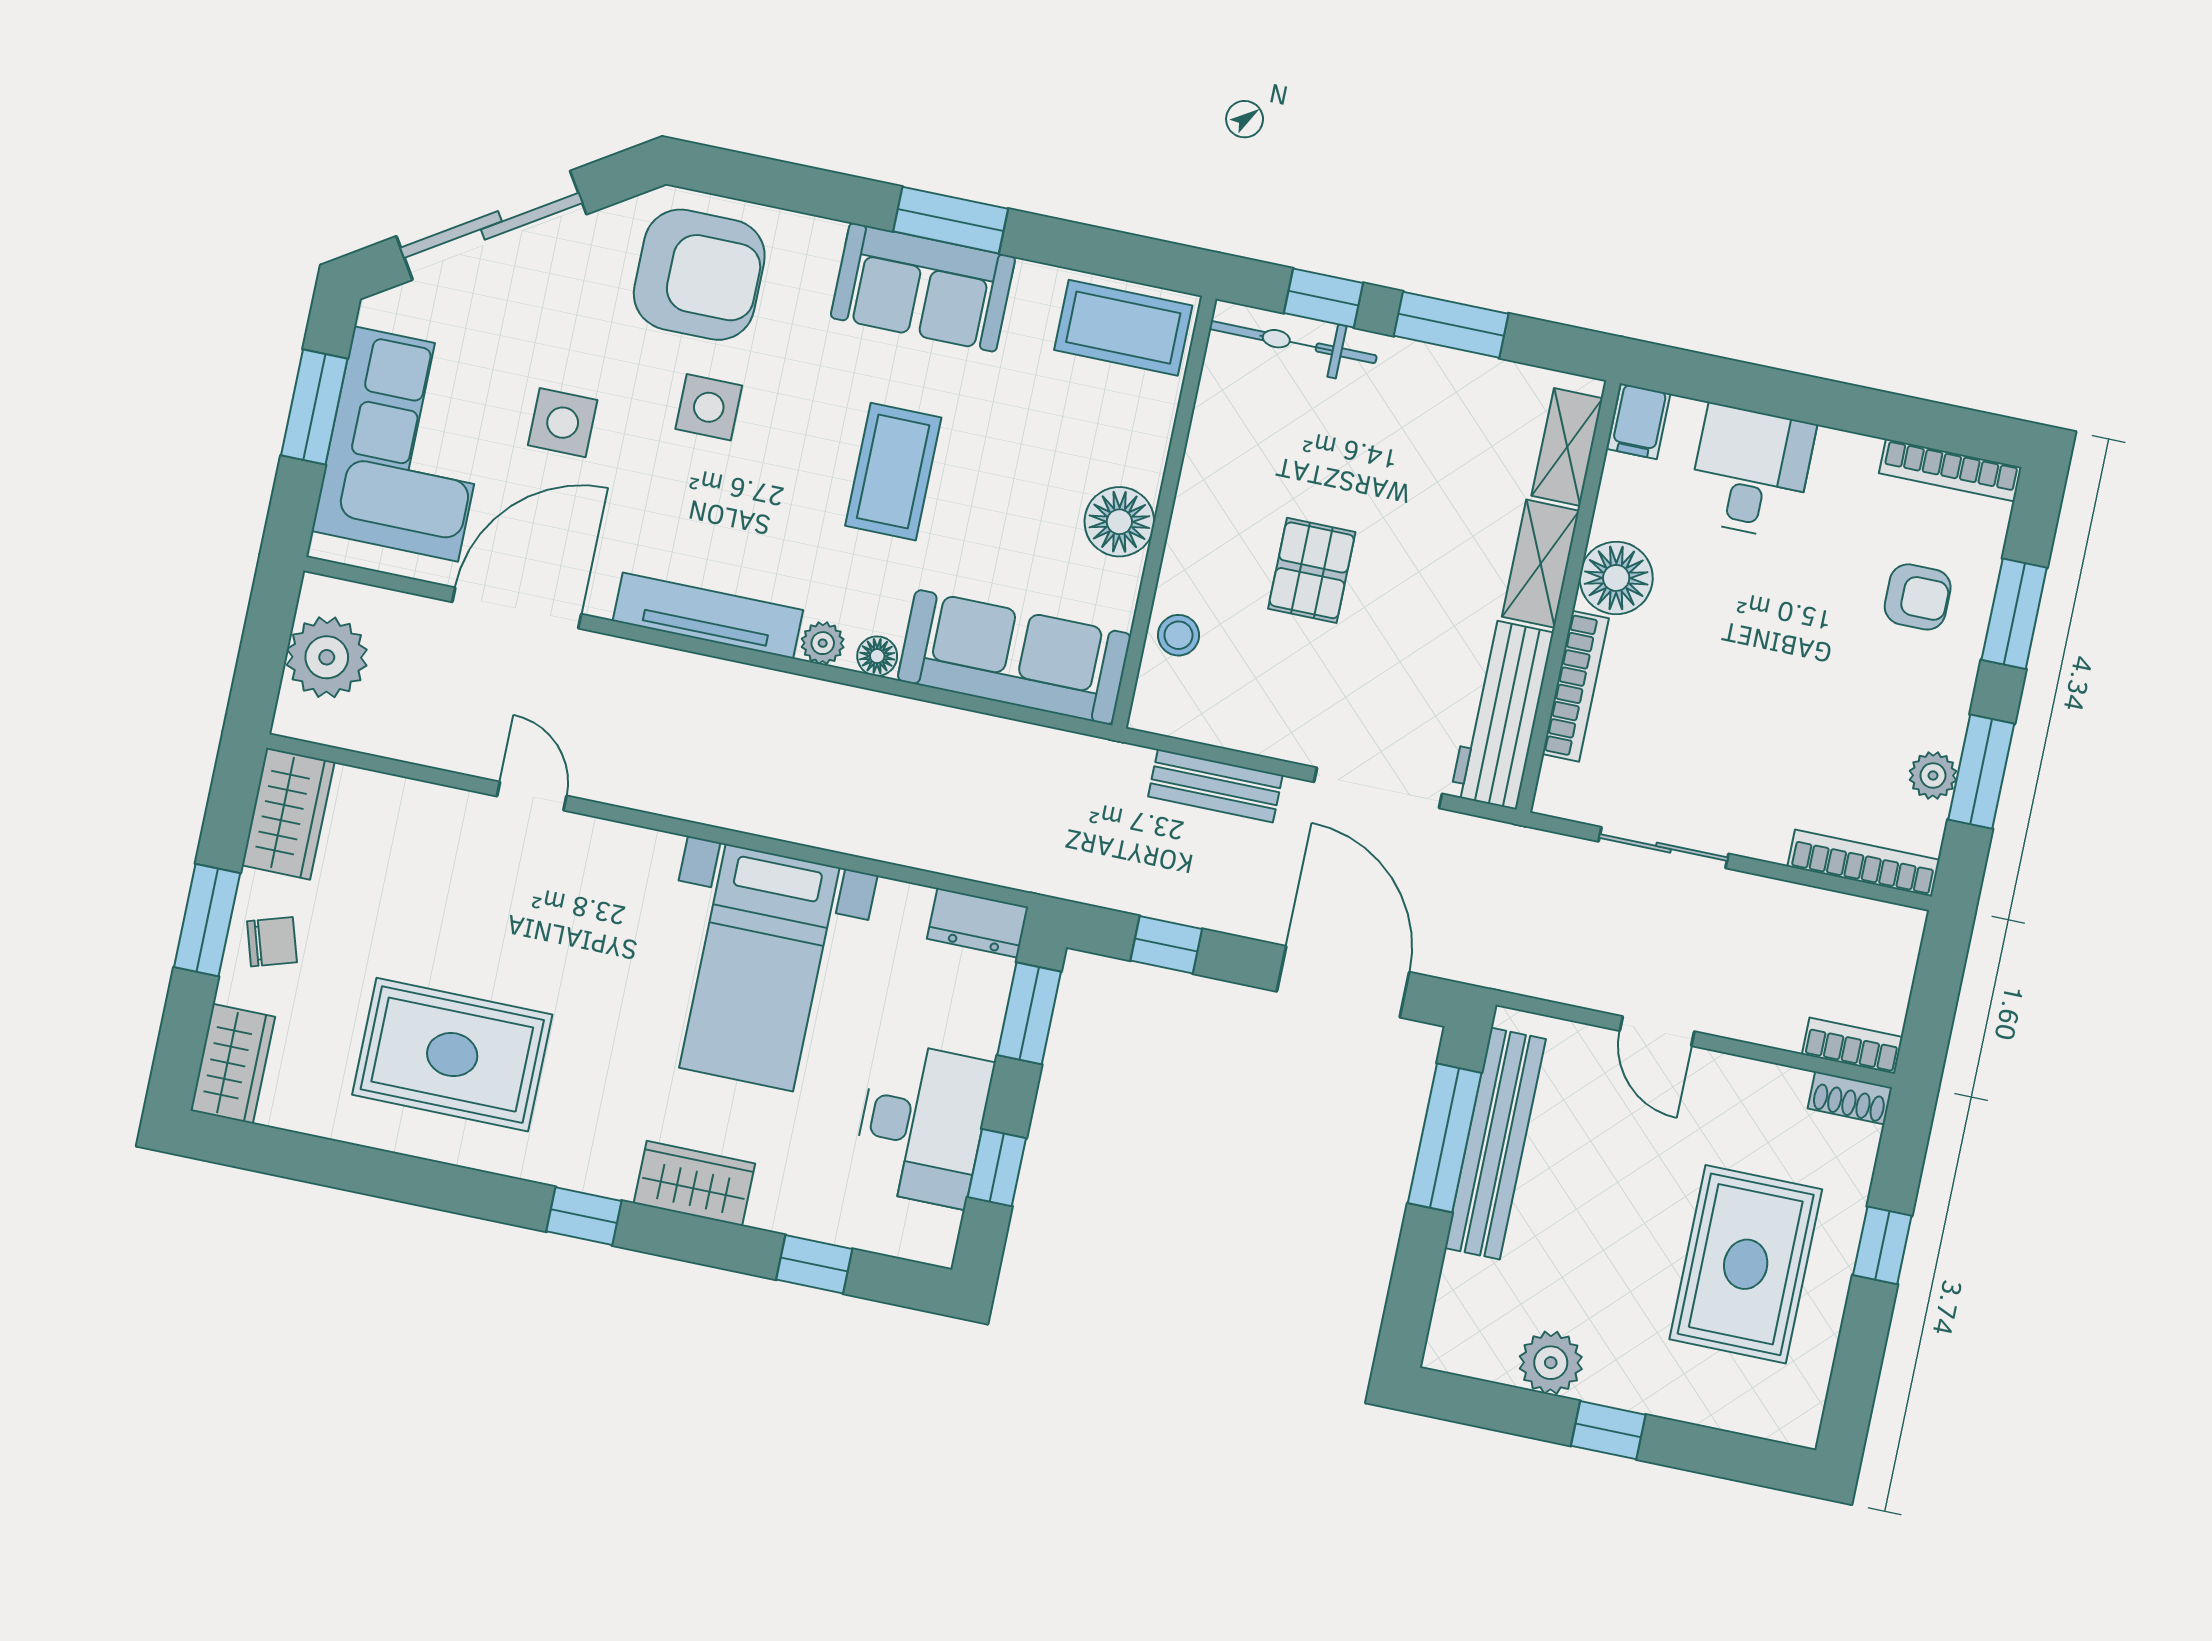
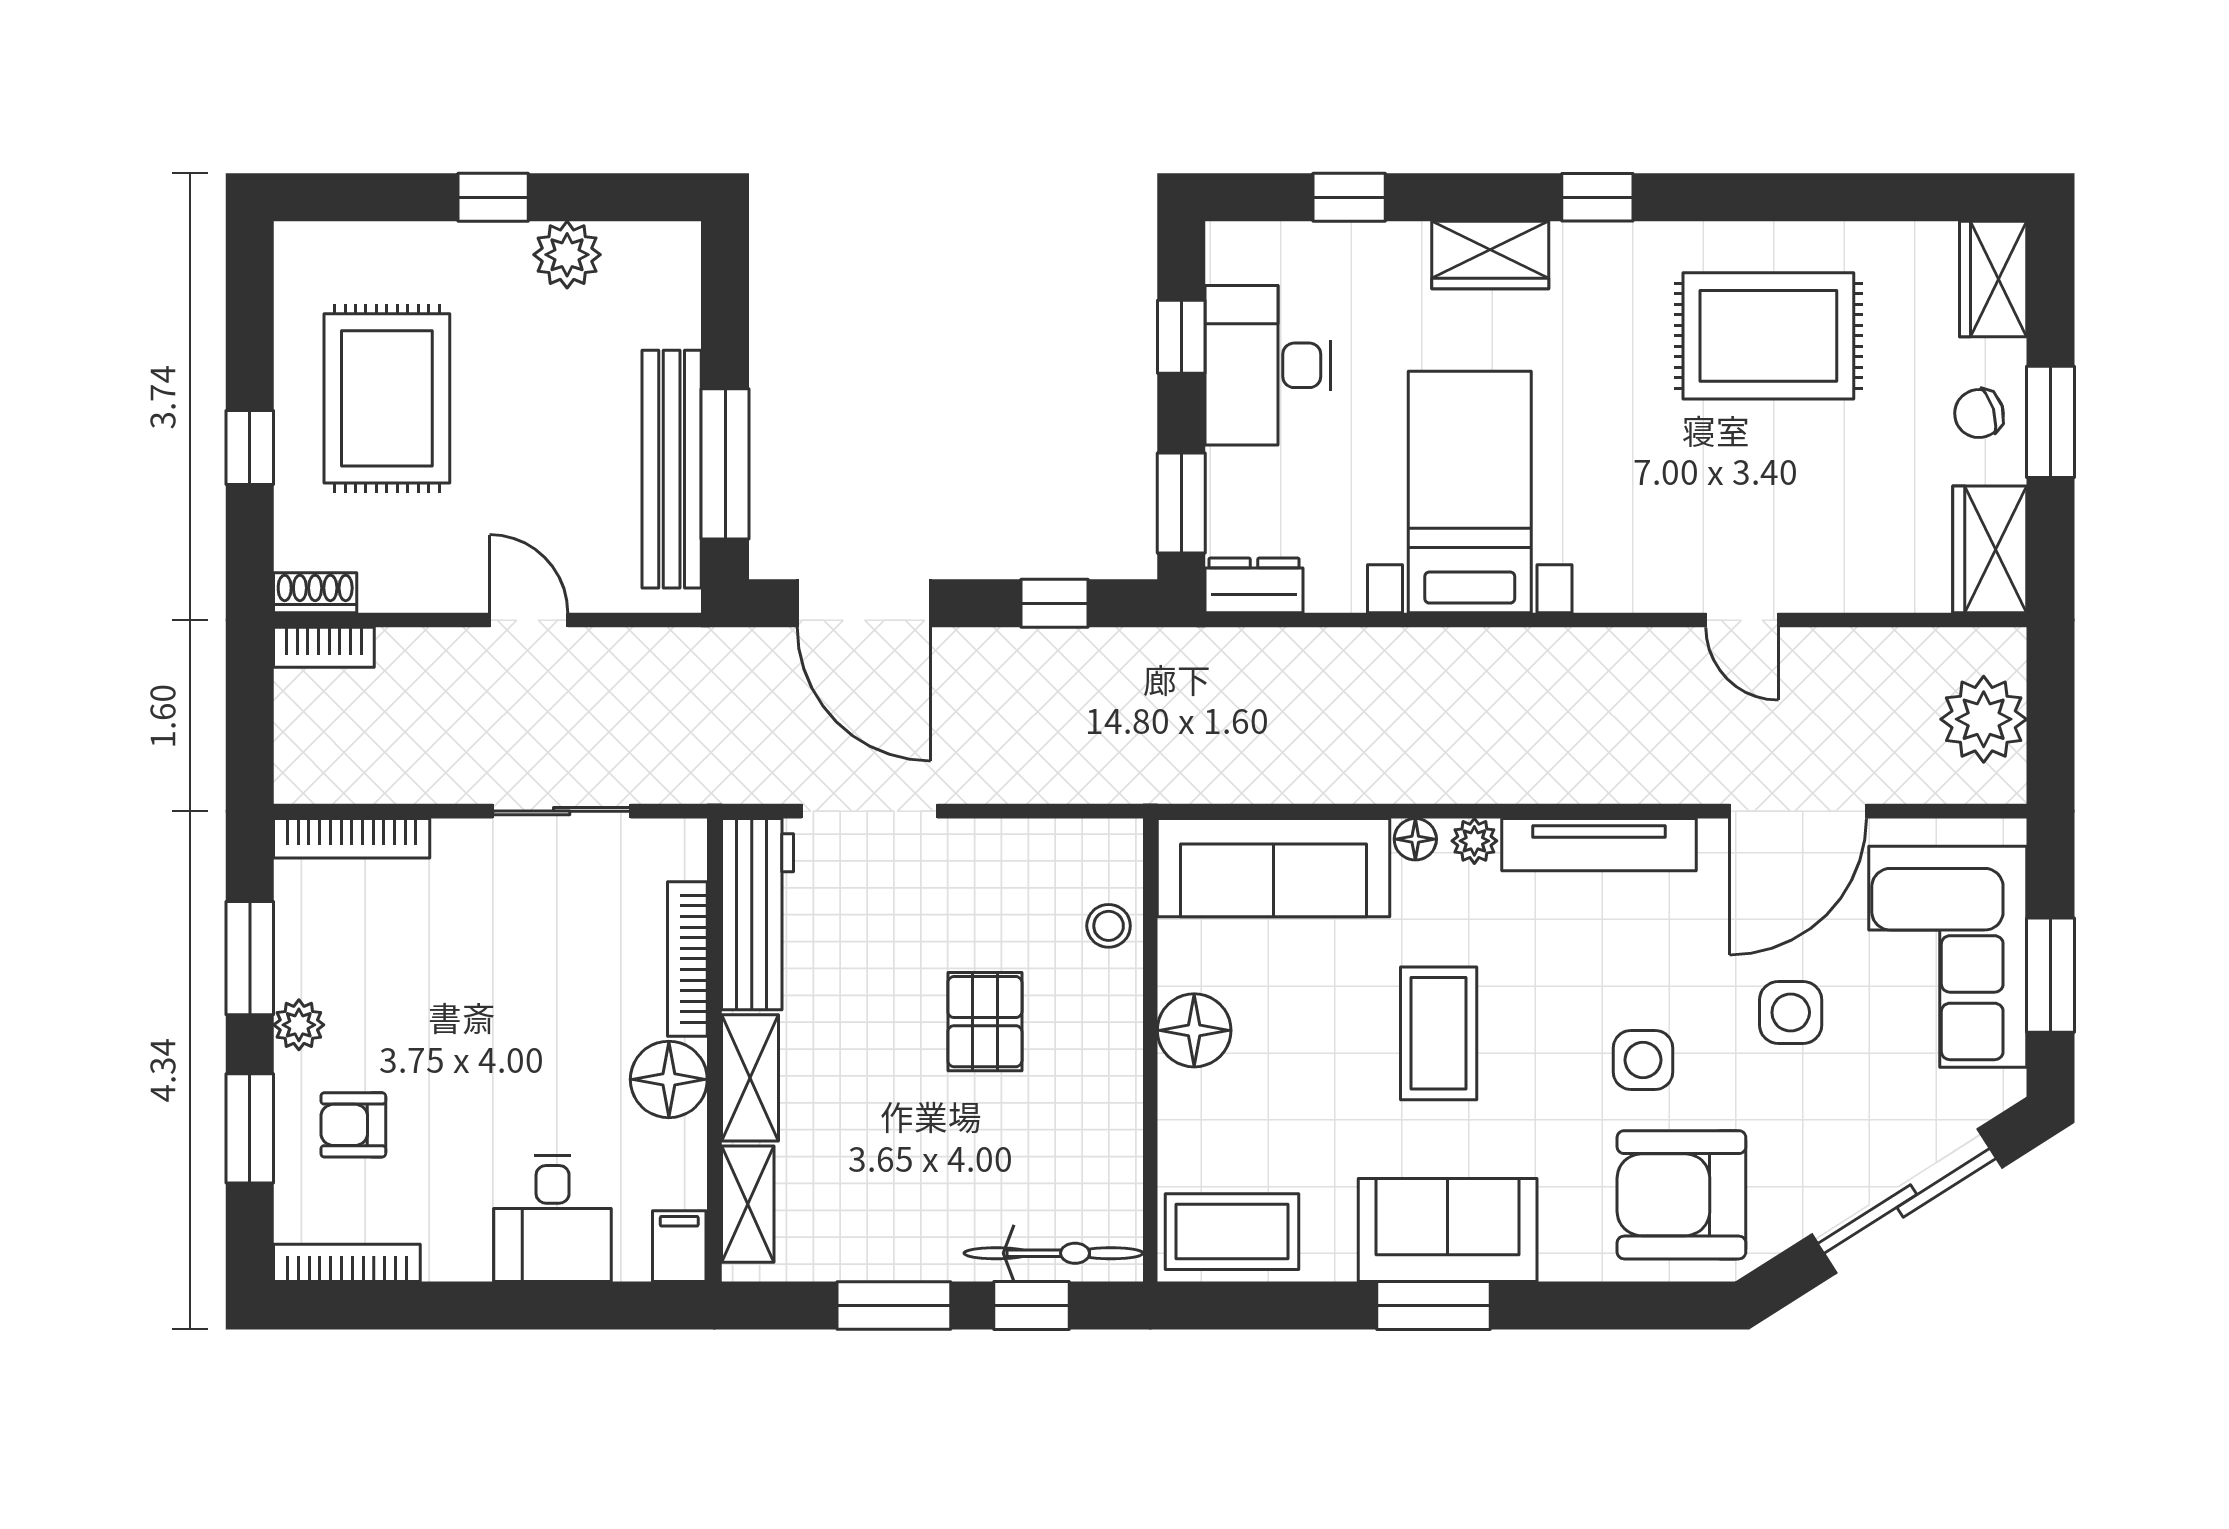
plant: (1933, 775) -> (299, 1025), moved
bench: (1215, 786) -> (1038, 778), removed

